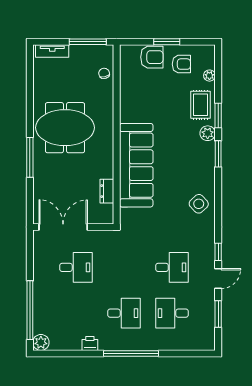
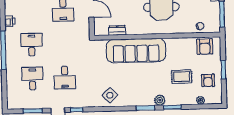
armchair: (152, 57) -> (205, 47), moved
rug: (200, 105) -> (182, 77), moved
desk: (124, 313) -> (32, 45), turned 180

